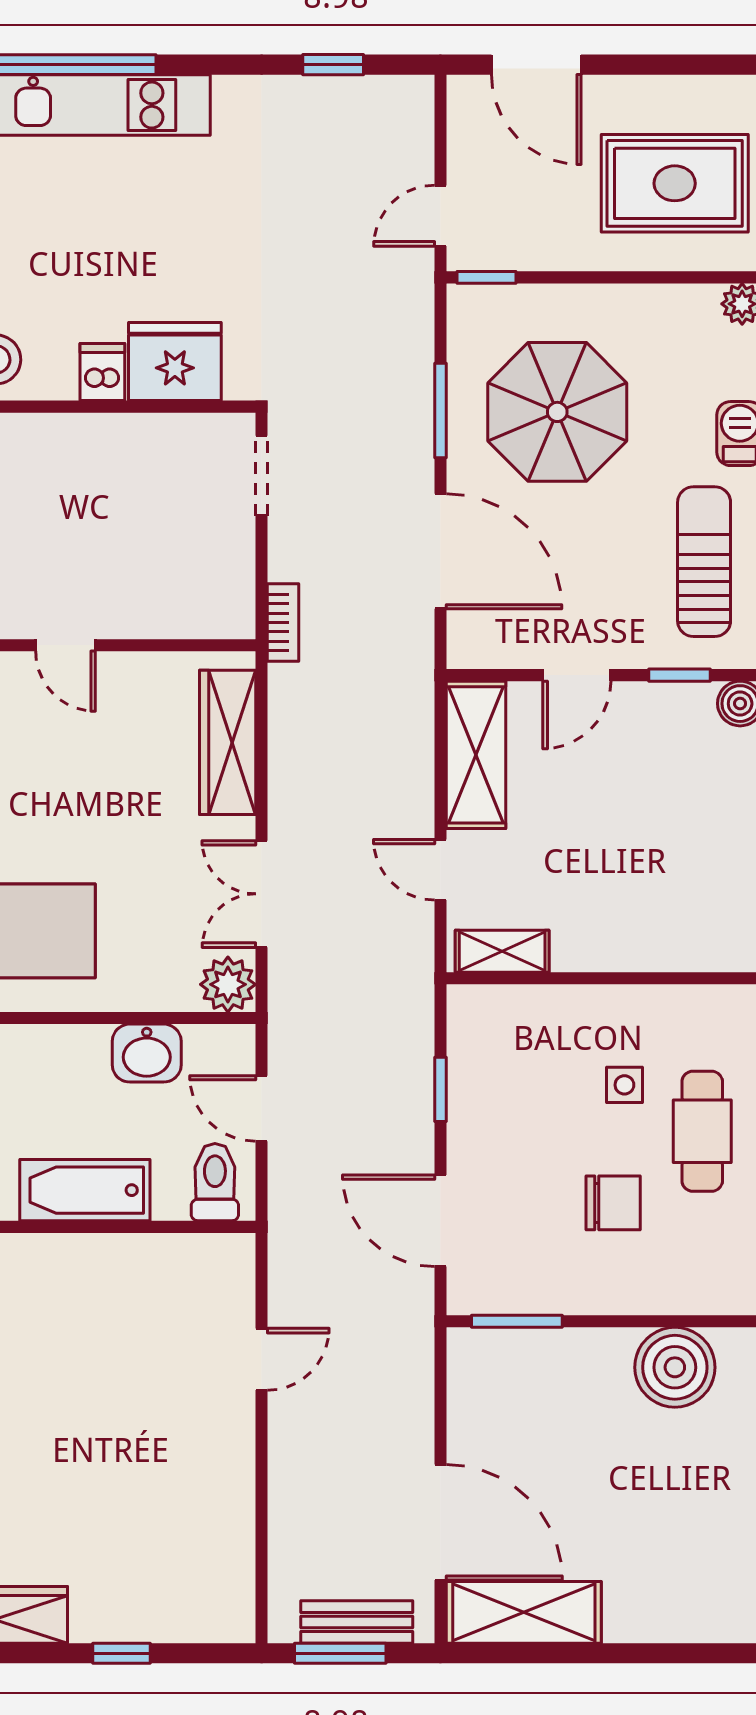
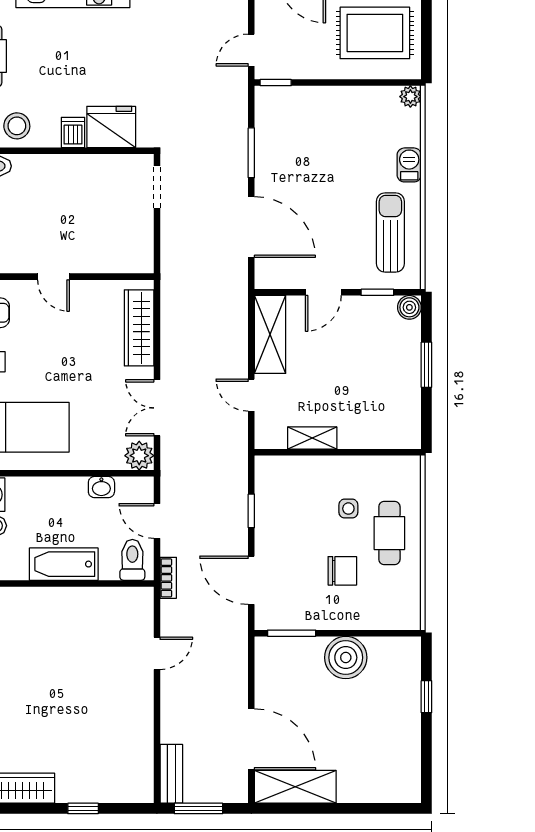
parasol: (557, 412) -> (313, 154), removed
bookcase: (283, 623) -> (168, 578), moved
shelving: (502, 951) -> (312, 438), moved
washbasin: (147, 1053) -> (101, 487), width x0.72, depth x0.69
boiler: (675, 1367) -> (346, 658), moved
bench: (357, 1622) -> (171, 774), moved, turned 90

